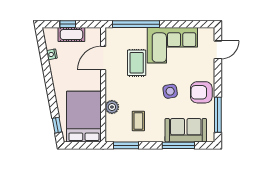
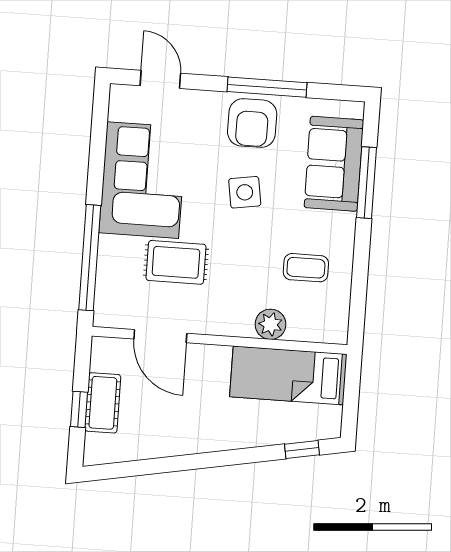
nightstand: (52, 54) -> (144, 450), removed
window: (218, 115) -> (267, 87), moved
bed: (84, 117) -> (288, 375), width x0.67
window: (126, 145) -> (358, 299), removed

